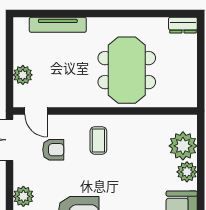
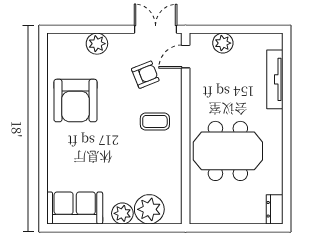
armchair: (53, 150) -> (145, 75), turned -112

